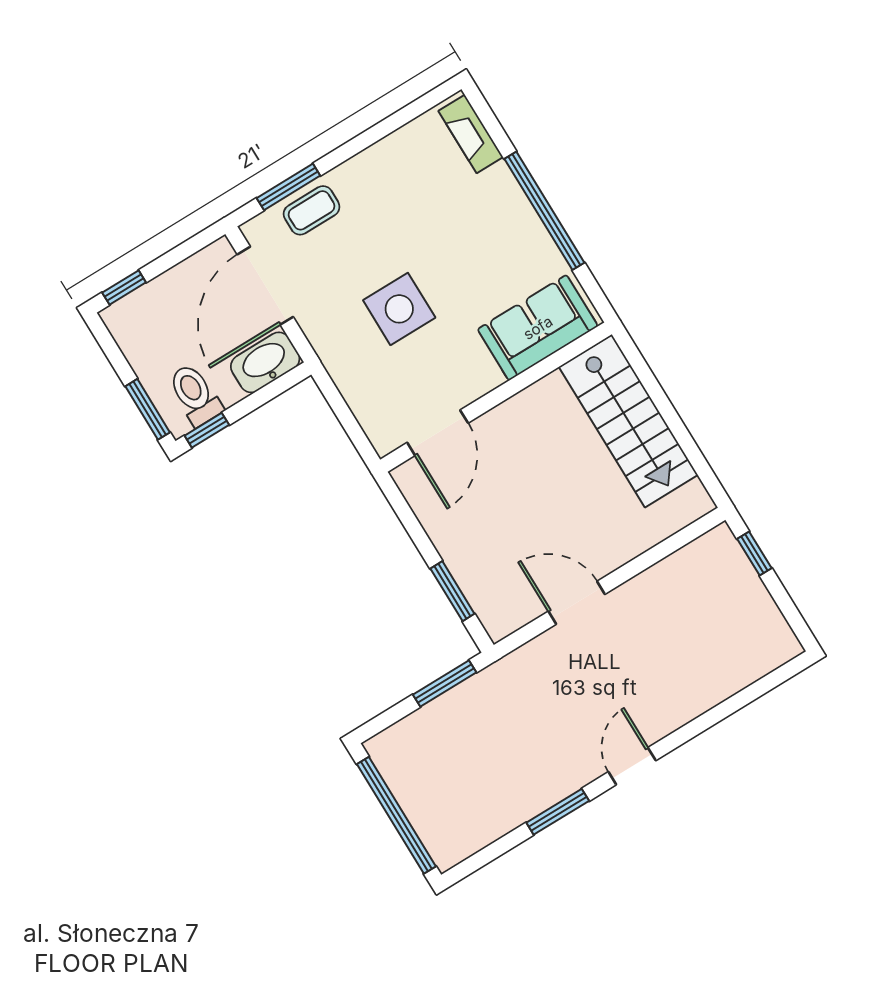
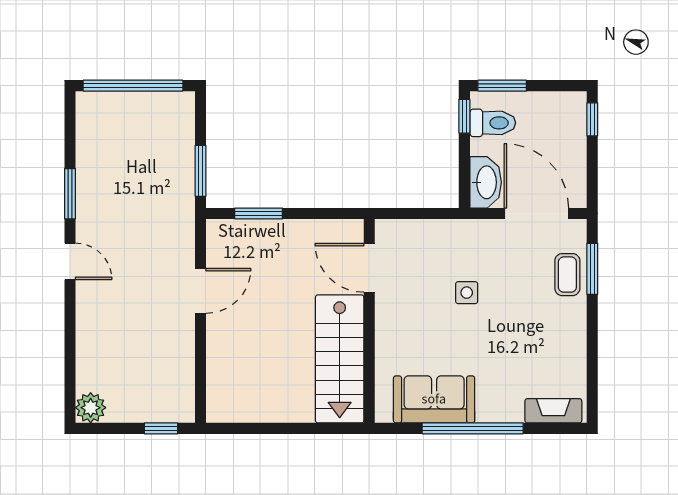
side table: (399, 309) -> (467, 293), width x0.54, depth x0.54
sofa: (538, 328) -> (434, 399), moved, turned -90
stairs: (628, 421) -> (340, 359), moved, turned -90
plant: (779, 645) -> (91, 408), added

